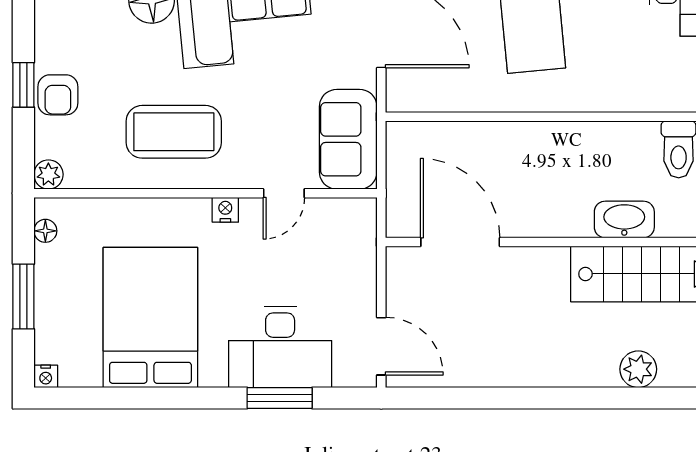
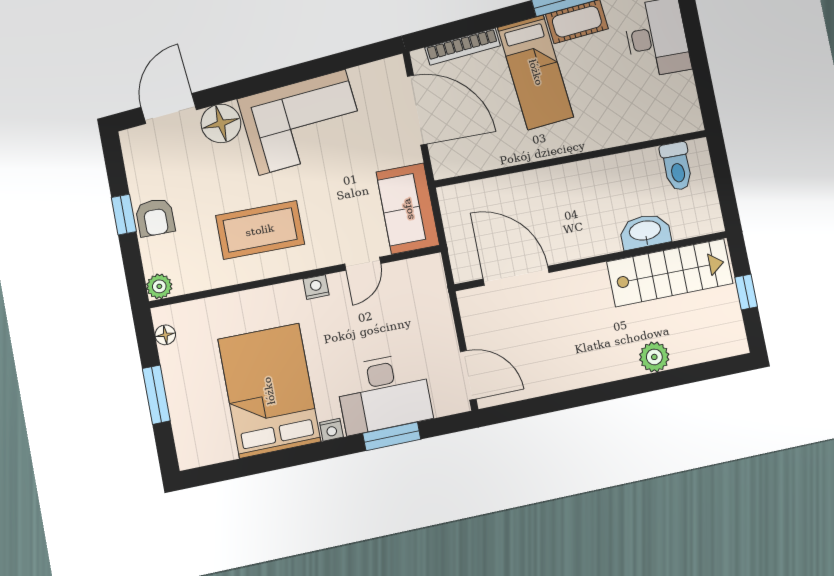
plant: (638, 369) -> (654, 357), moved
nightstand: (46, 376) -> (331, 430), moved

